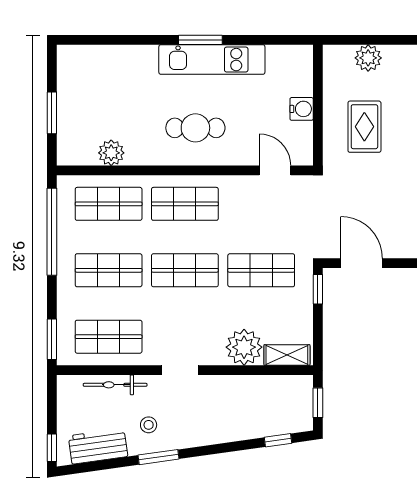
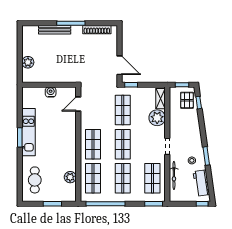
rug: (364, 127) -> (59, 64), removed
cafe table: (195, 128) -> (35, 180), moved
door: (362, 263) -> (120, 65), swing flipped
pallet: (283, 414) -> (187, 100), added

